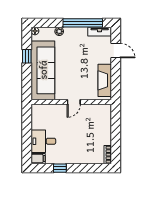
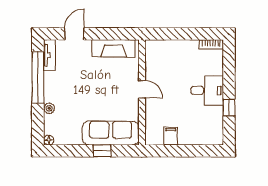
window: (27, 56) -> (102, 151), moved
sofa: (43, 70) -> (111, 133), width x0.74, depth x0.79
desk: (43, 141) -> (207, 90), moved, turned -90
filing cabinet: (38, 159) -> (171, 136), moved

